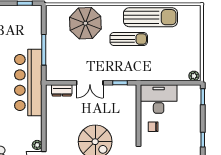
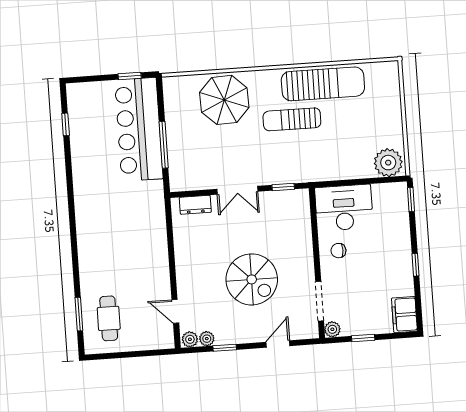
sun lounger: (129, 39) -> (292, 119), turned 180
plant: (194, 76) -> (388, 163), width x1.88, depth x1.88
bar counter: (28, 83) -> (139, 129), moved
plant: (37, 145) -> (164, 291), removed

